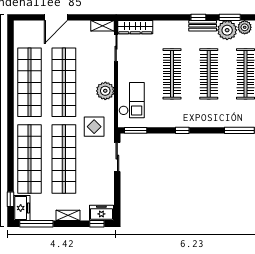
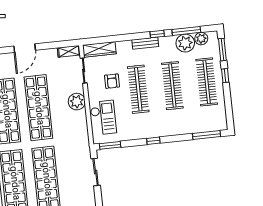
window: (230, 17) -> (186, 31), width x1.44
bench: (203, 26) -> (145, 43), moved
armchair: (145, 62) -> (112, 81), added
plant: (105, 91) -> (77, 102), moved
display table: (94, 127) -> (71, 146), removed

